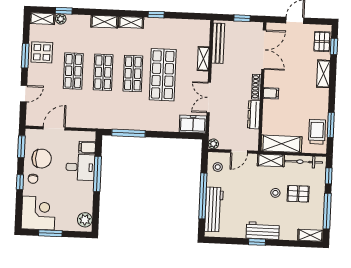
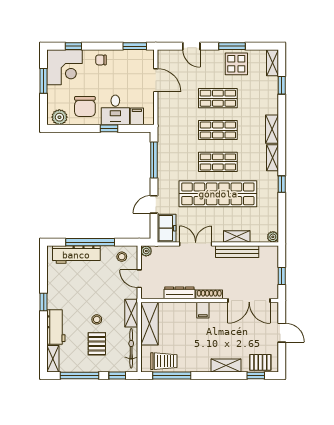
plant: (61, 19) -> (273, 237), moved
bench: (218, 43) -> (237, 252), moved
shop shelf: (163, 75) -> (218, 194), width x1.40
window: (331, 125) -> (172, 376), width x1.44
door: (170, 135) -> (154, 204), added
chair: (42, 159) -> (85, 107), moved
window: (97, 174) -> (109, 128), width x0.46
window: (20, 182) -> (73, 46), moved
workbench: (263, 231) -> (56, 327), moved

